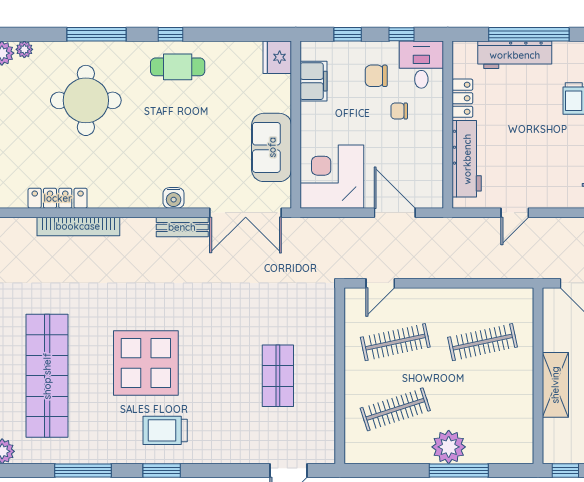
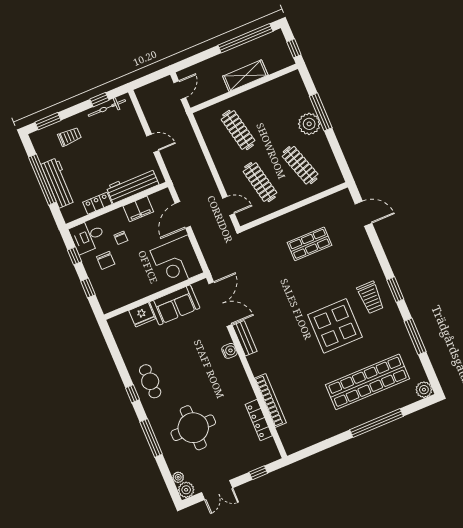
fridge: (277, 57) -> (142, 315), moved
filing cabinet: (313, 81) -> (138, 209), moved, turned 180

